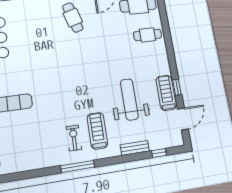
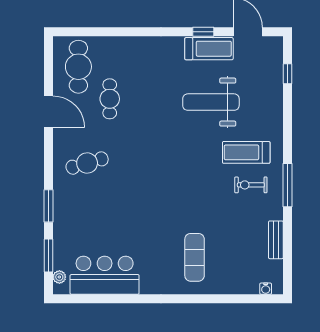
cafe table: (148, 35) -> (110, 99), moved
treadmill: (166, 93) -> (209, 49), turned 180
bench: (135, 148) -> (276, 240), moved

